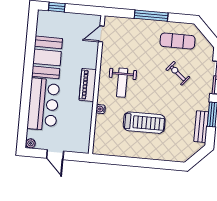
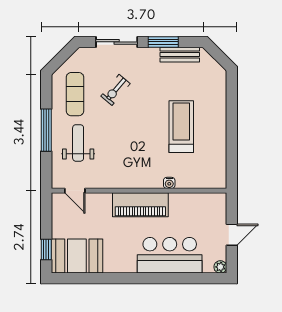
booth: (47, 57) -> (77, 256), moved
weight bench: (122, 83) -> (78, 143), moved, turned -90
piano: (88, 85) -> (140, 205), width x1.37, depth x1.33

